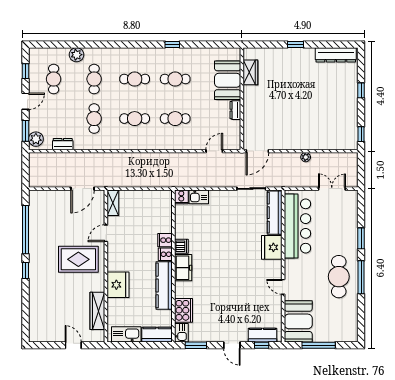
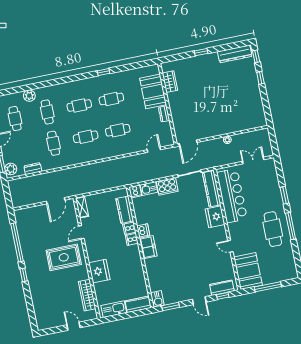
window: (361, 134) -> (256, 56), moved
kitchen counter: (164, 285) -> (125, 210), moved, width x0.67
cooker: (183, 310) -> (167, 186), moved, turned 90

